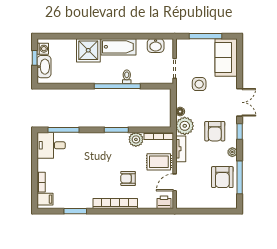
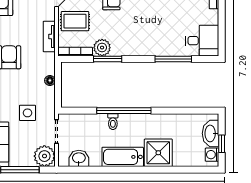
plant: (185, 126) -> (44, 156), moved
window: (64, 130) -> (173, 59), moved
window: (116, 130) -> (108, 59), moved

